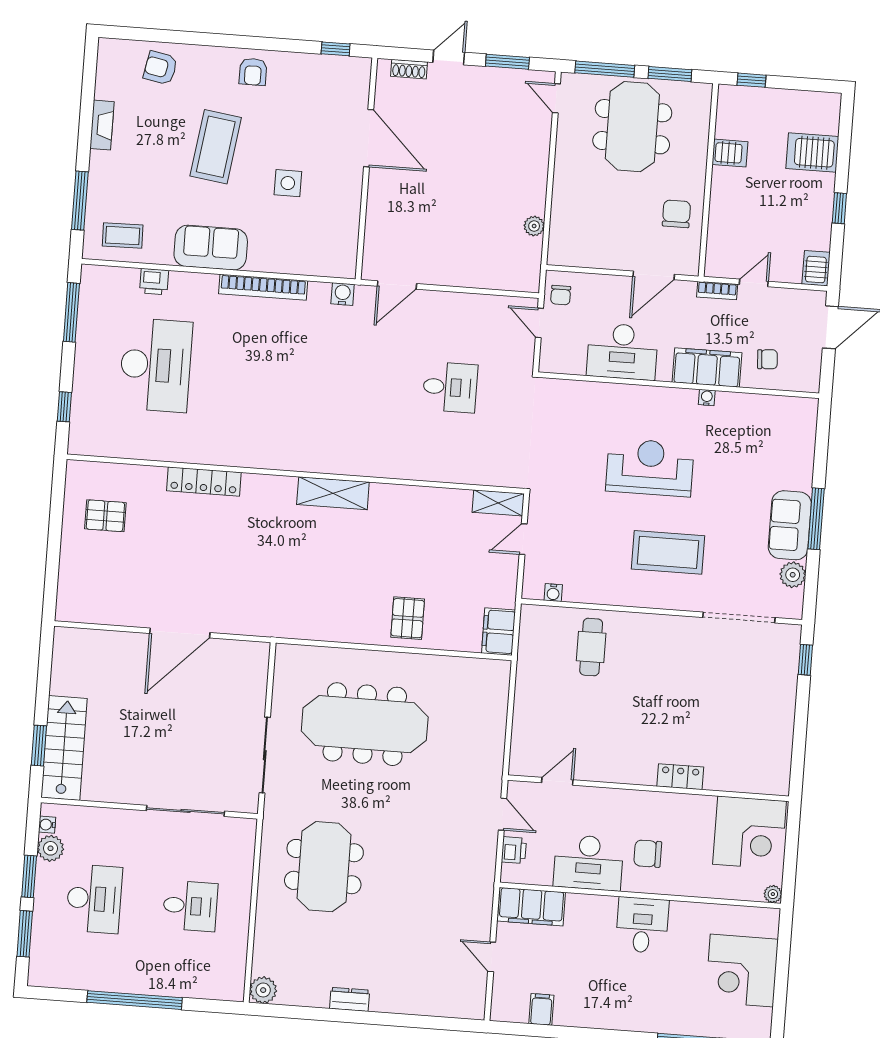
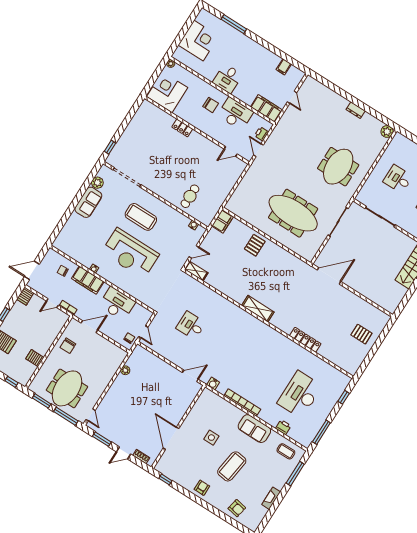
reception desk: (650, 467) -> (130, 253), width x1.36, depth x1.30
pallet: (105, 516) -> (361, 334), moved
window: (816, 519) -> (77, 199), removed
door: (180, 633) -> (329, 276), moved

